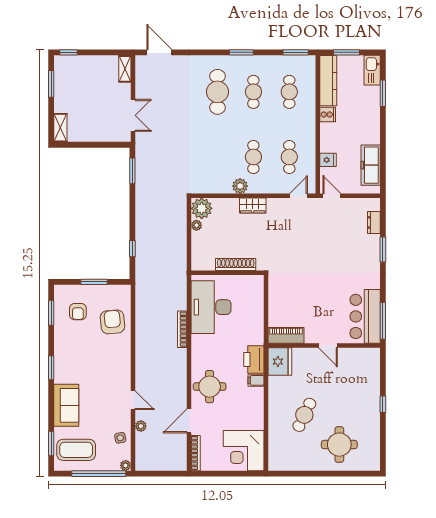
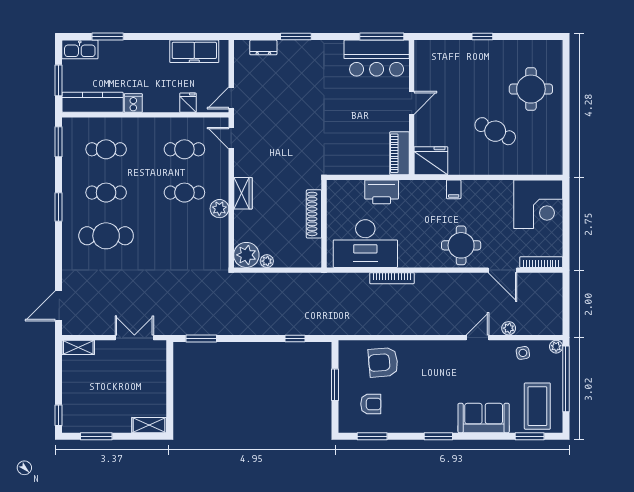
printer: (254, 359) -> (382, 192), moved

